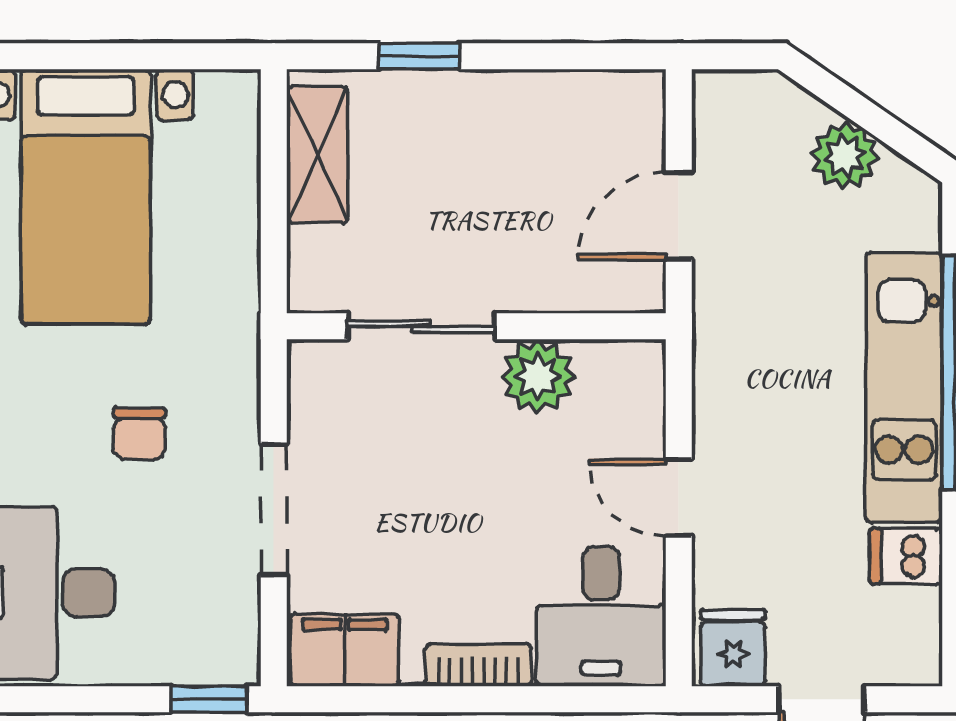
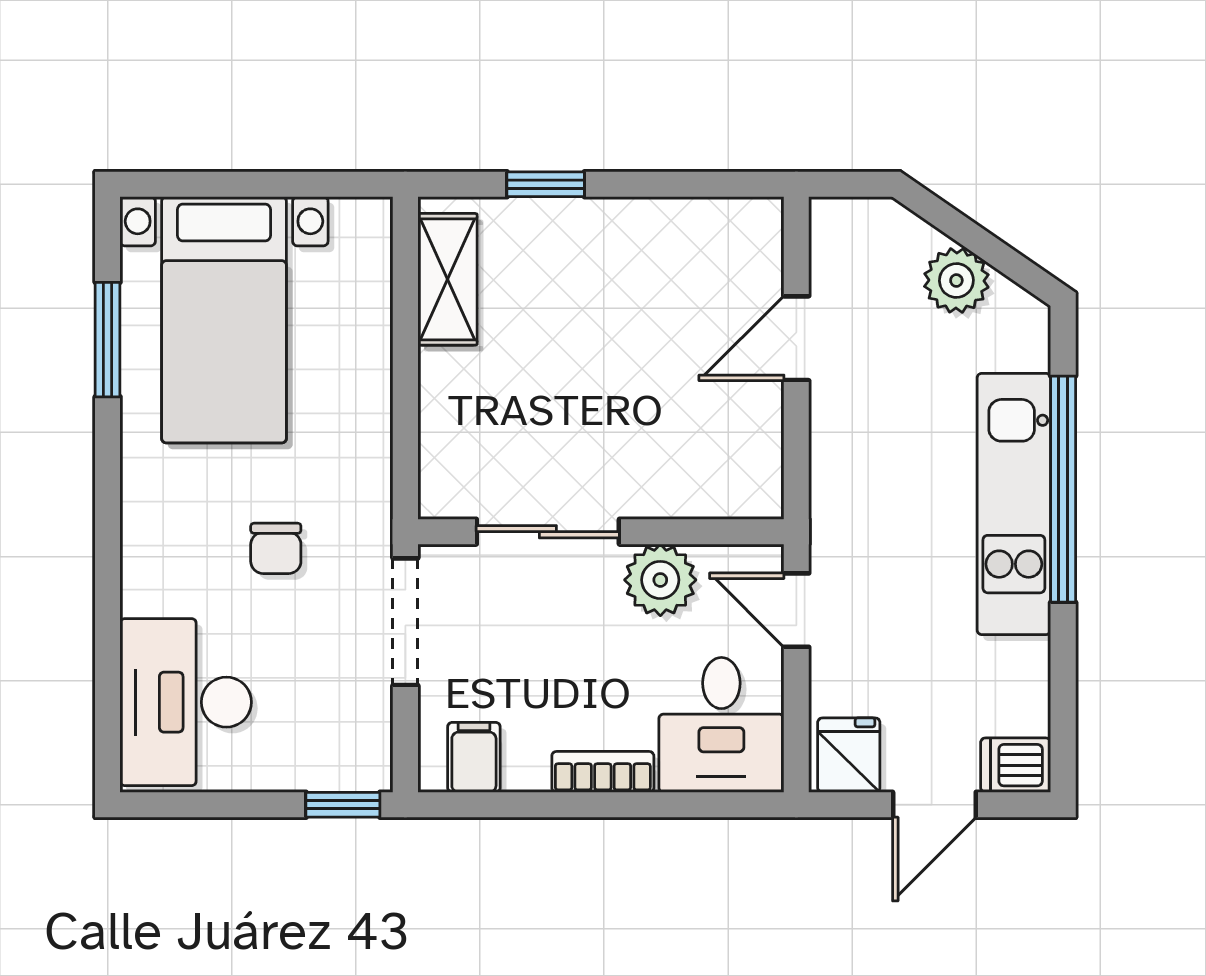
sliding door: (421, 326) -> (548, 532), moved
wall: (476, 326) -> (601, 532), moved
plant: (538, 376) -> (660, 580), moved
dishwasher: (906, 556) -> (1016, 765), moved
filing cabinet: (345, 650) -> (474, 757), width x0.50

